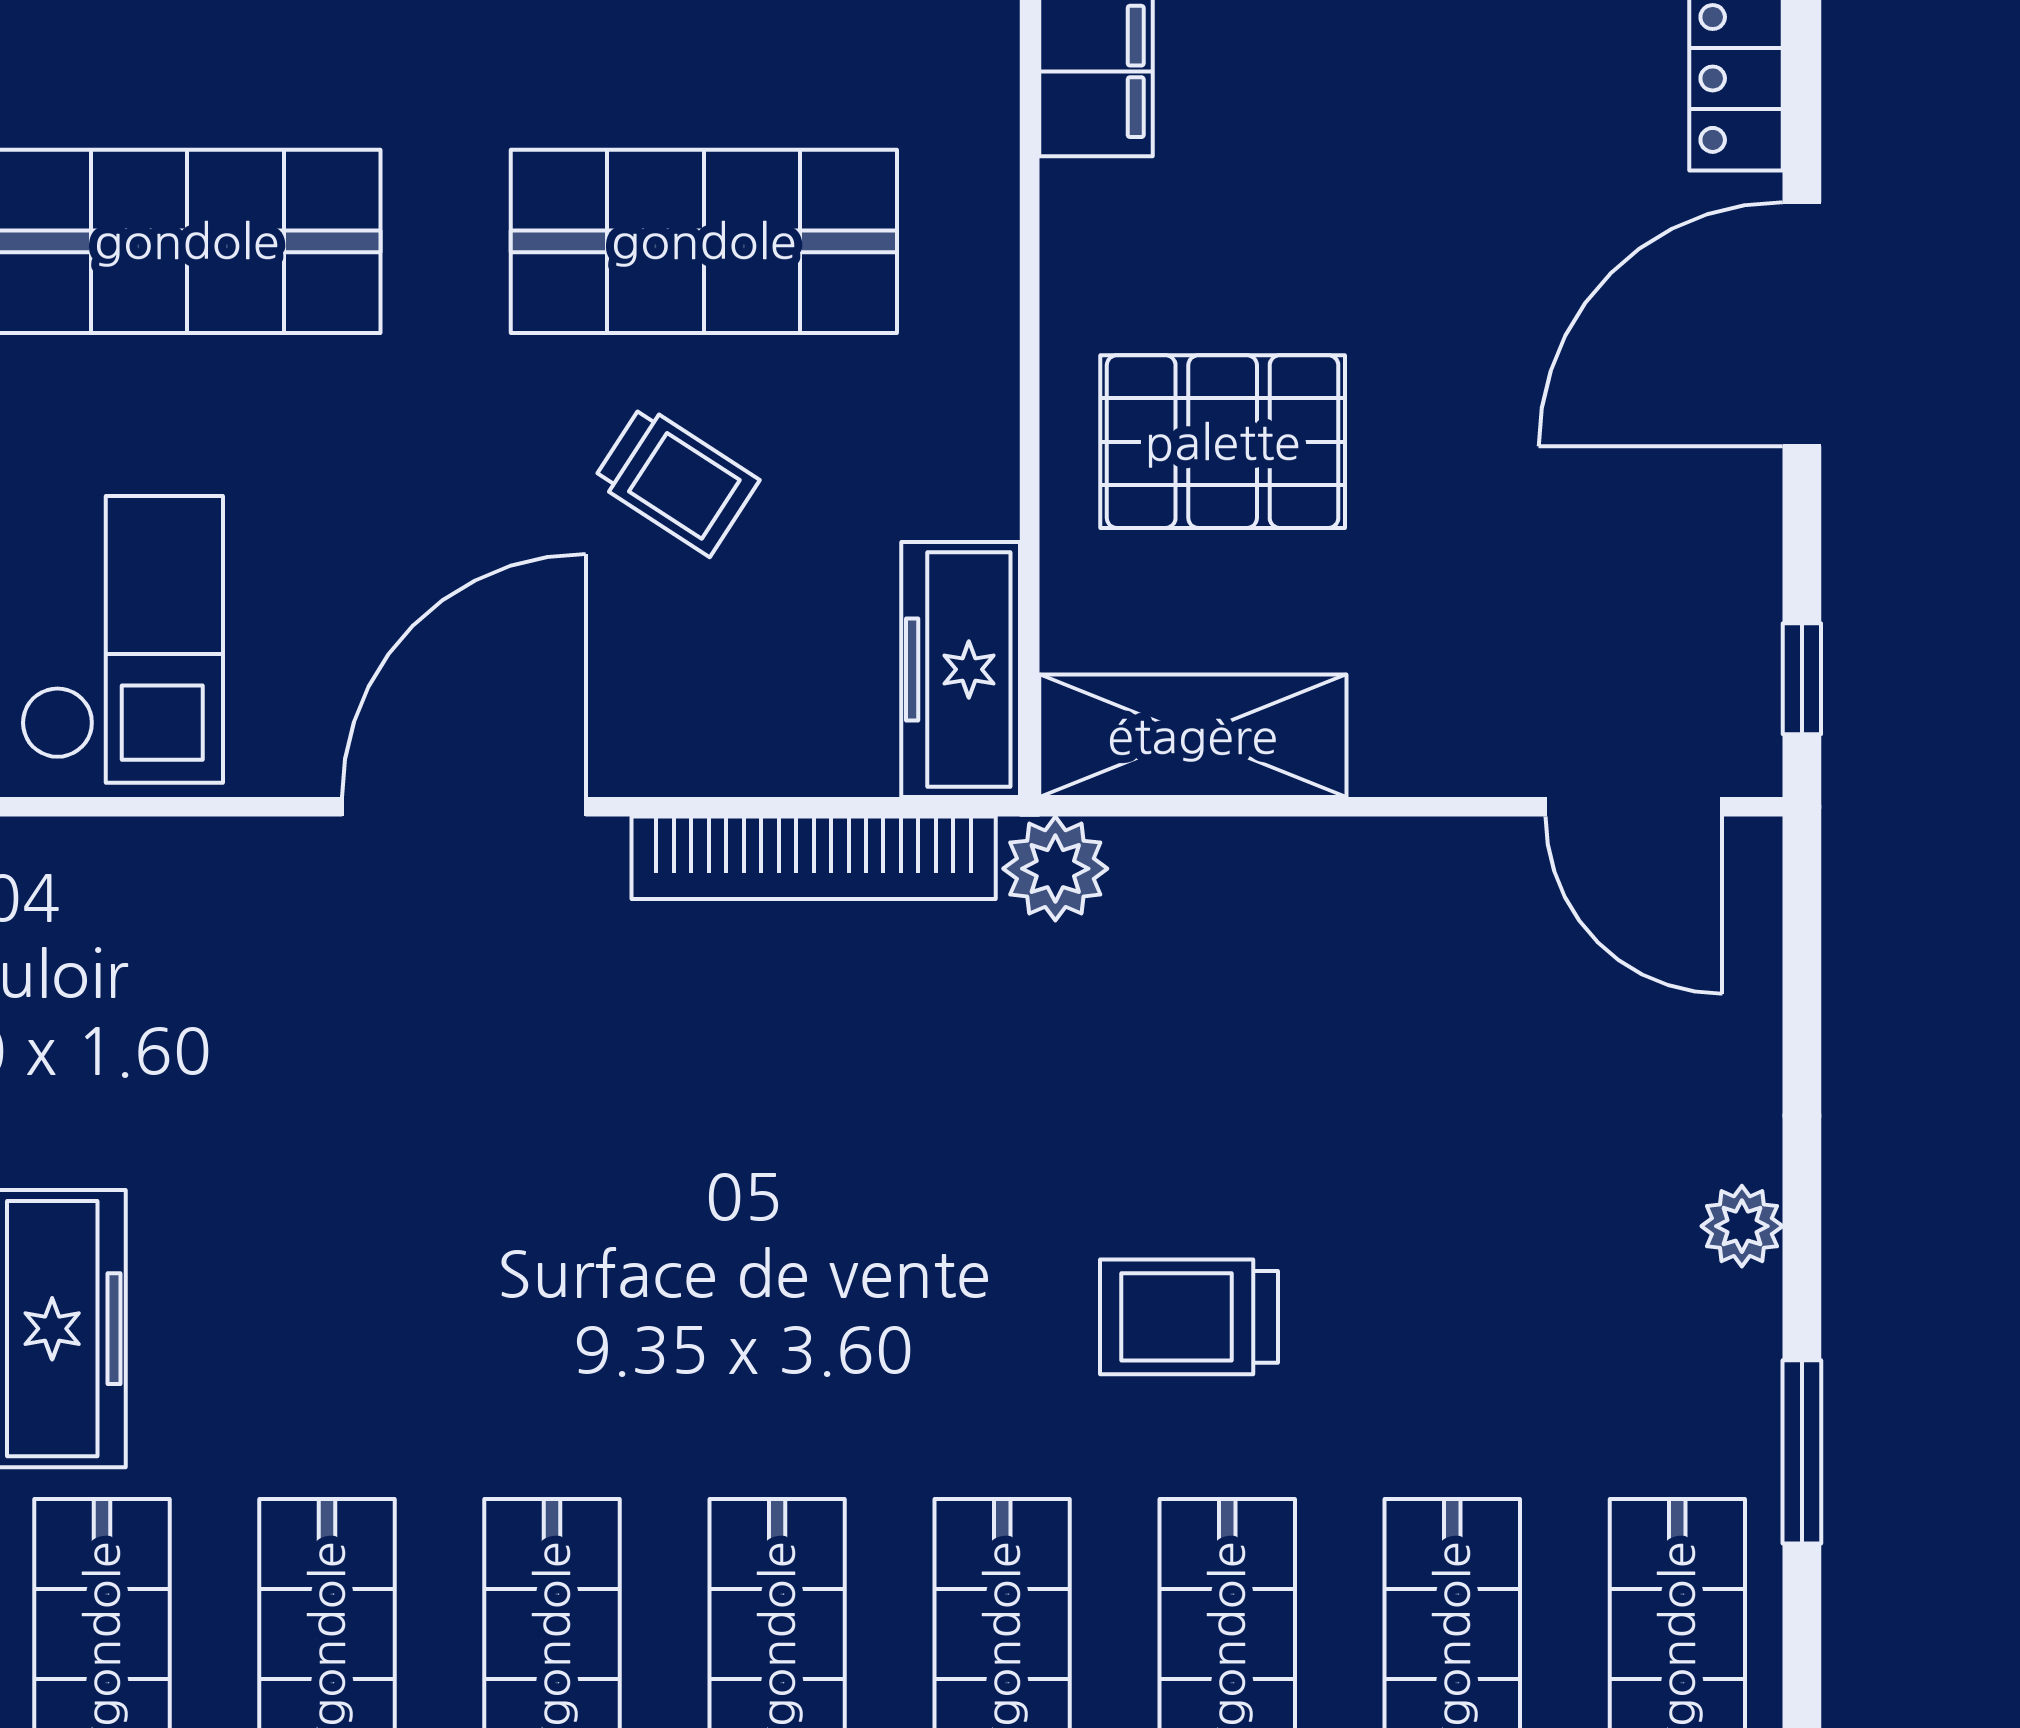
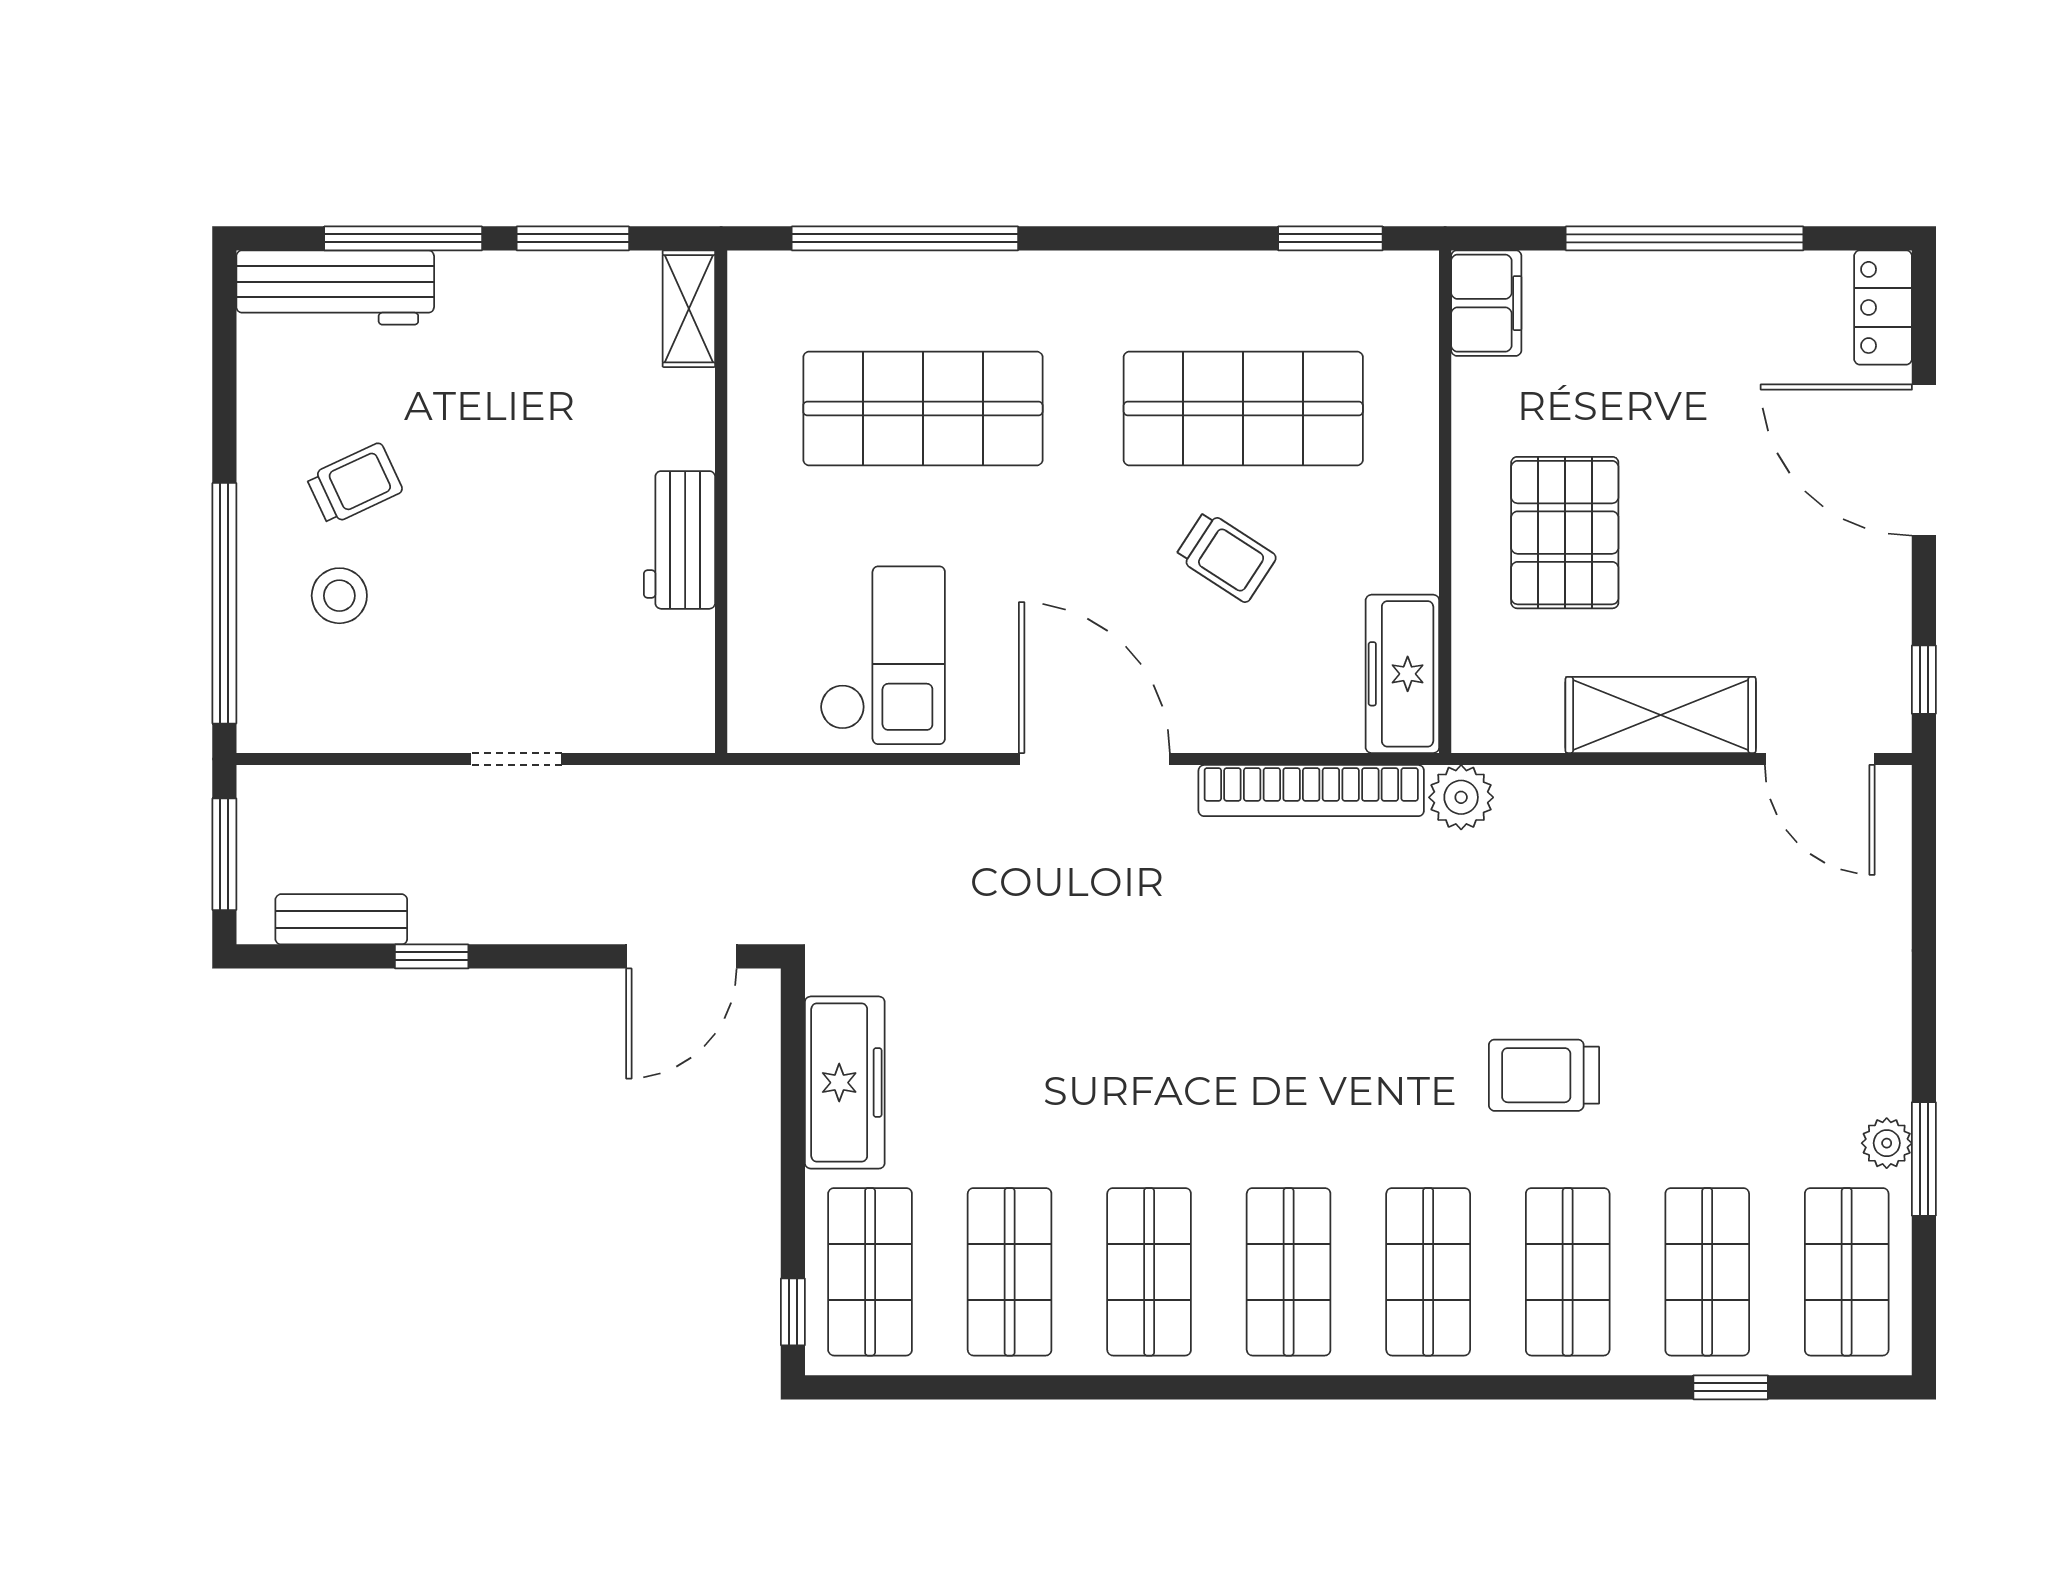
door: (1802, 324) -> (1924, 460), hinge flipped
pallet: (1223, 442) -> (1565, 533), turned 90
shelving: (1193, 736) -> (1661, 715), moved
door: (464, 807) -> (1094, 759), hinge flipped
plant: (1742, 1226) -> (1887, 1143), moved

